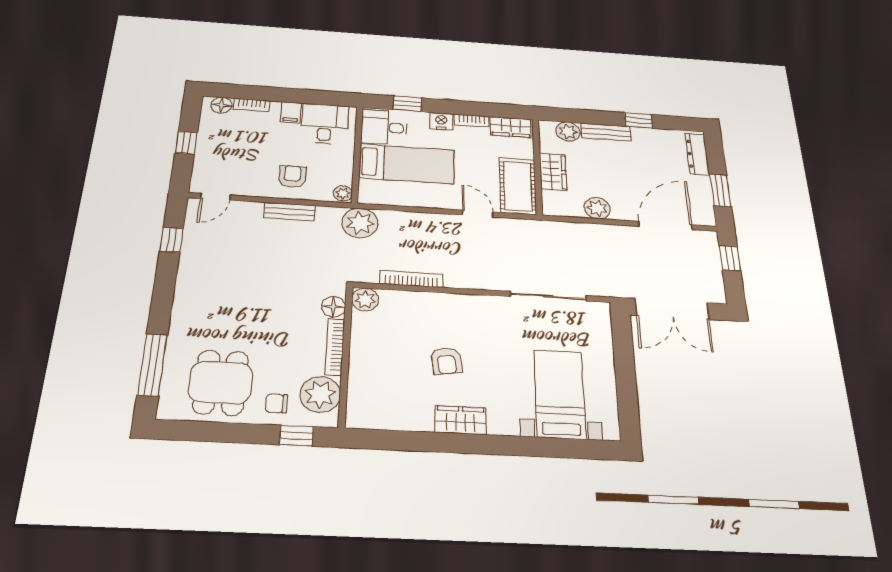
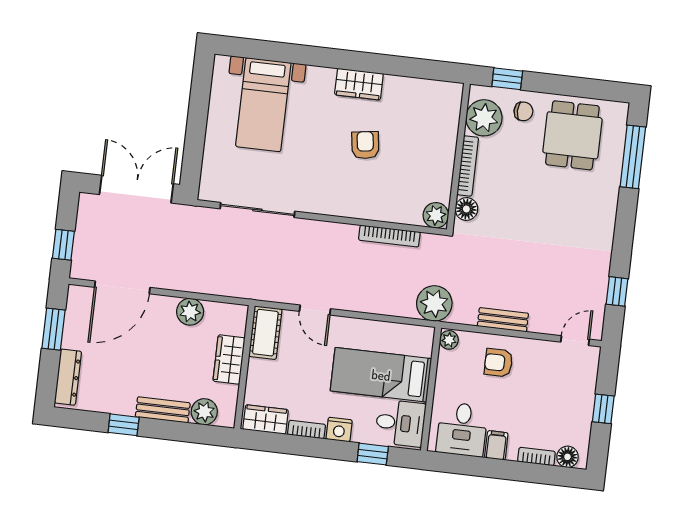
armchair: (292, 177) -> (498, 363), turned 90
cot: (518, 186) -> (265, 333), width x0.73, depth x0.75

